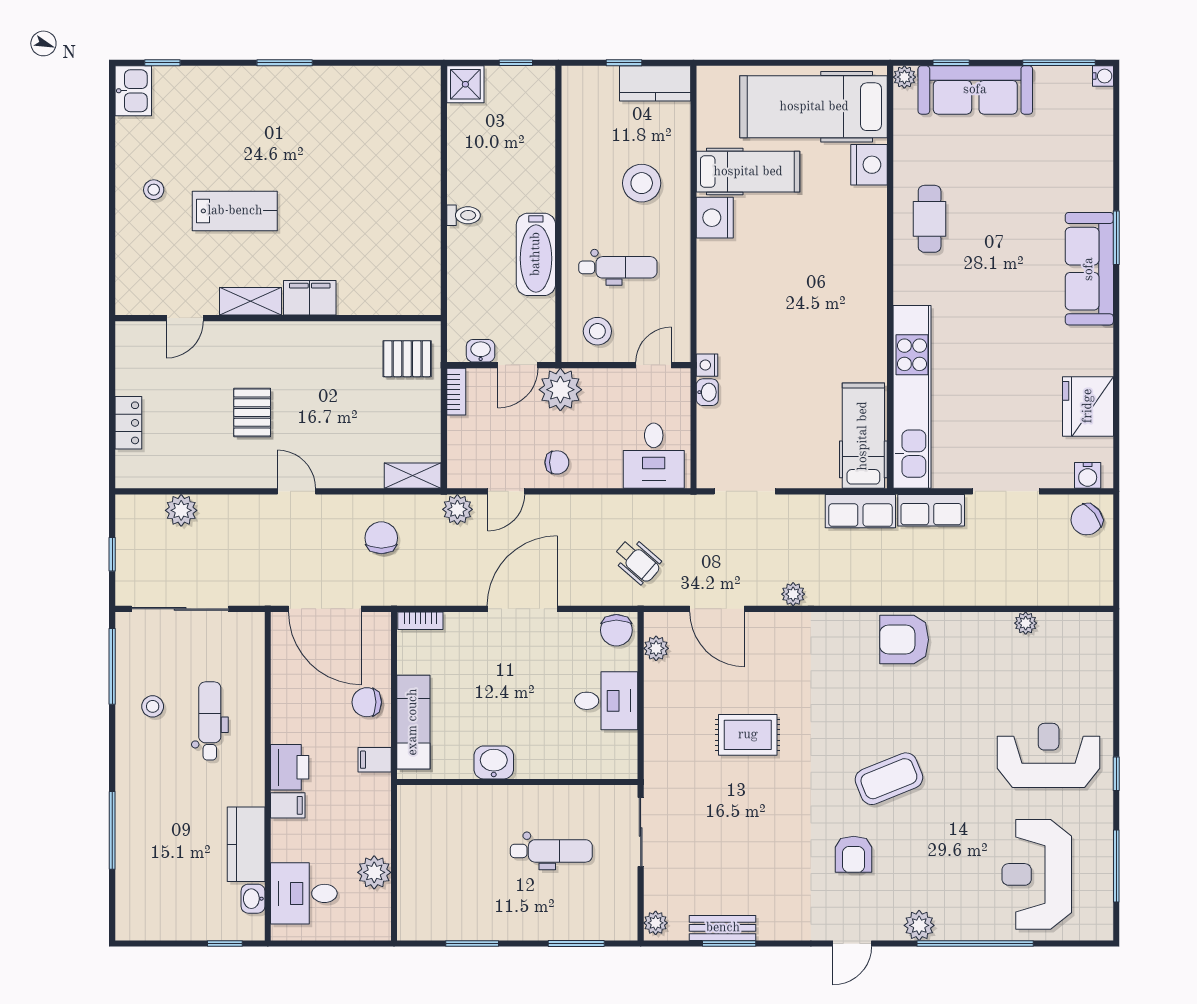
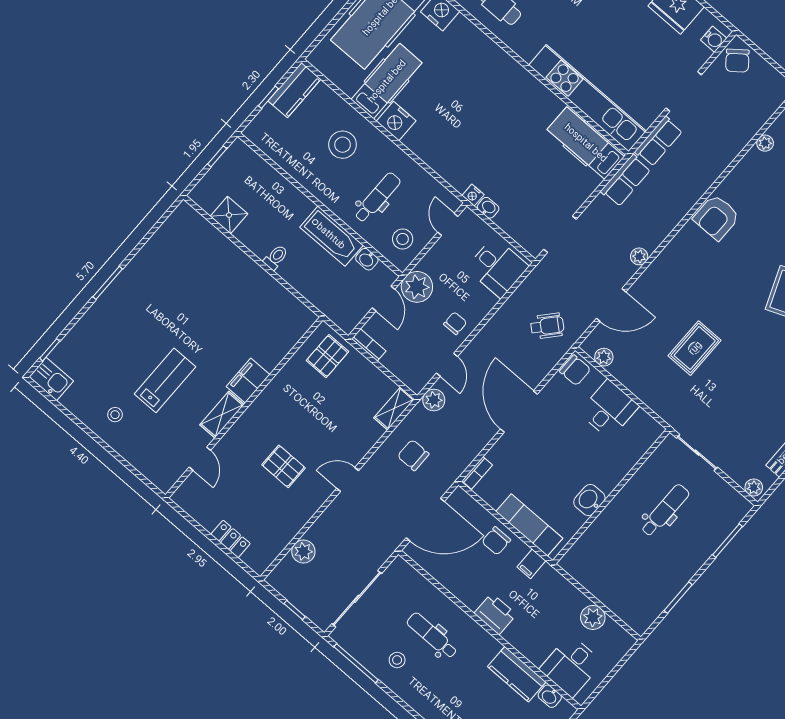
shower: (465, 84) -> (229, 215), moved
washbasin: (481, 351) -> (367, 259), moved, turned -90
filing cabinet: (288, 805) -> (515, 633), removed

